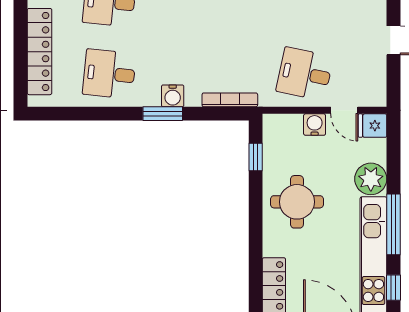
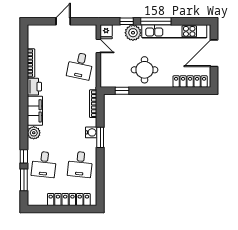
door: (344, 110) -> (98, 46), hinge flipped
water cooler: (315, 125) -> (106, 61), removed
window: (394, 288) -> (127, 21), moved

